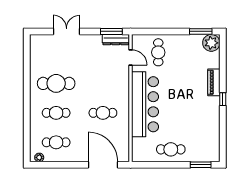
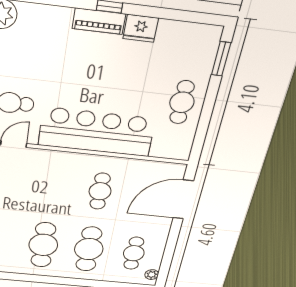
piano: (214, 82) -> (99, 21), moved
cafe table: (56, 113) -> (89, 249), width x1.37, depth x1.35
fridge: (213, 118) -> (141, 28), added

